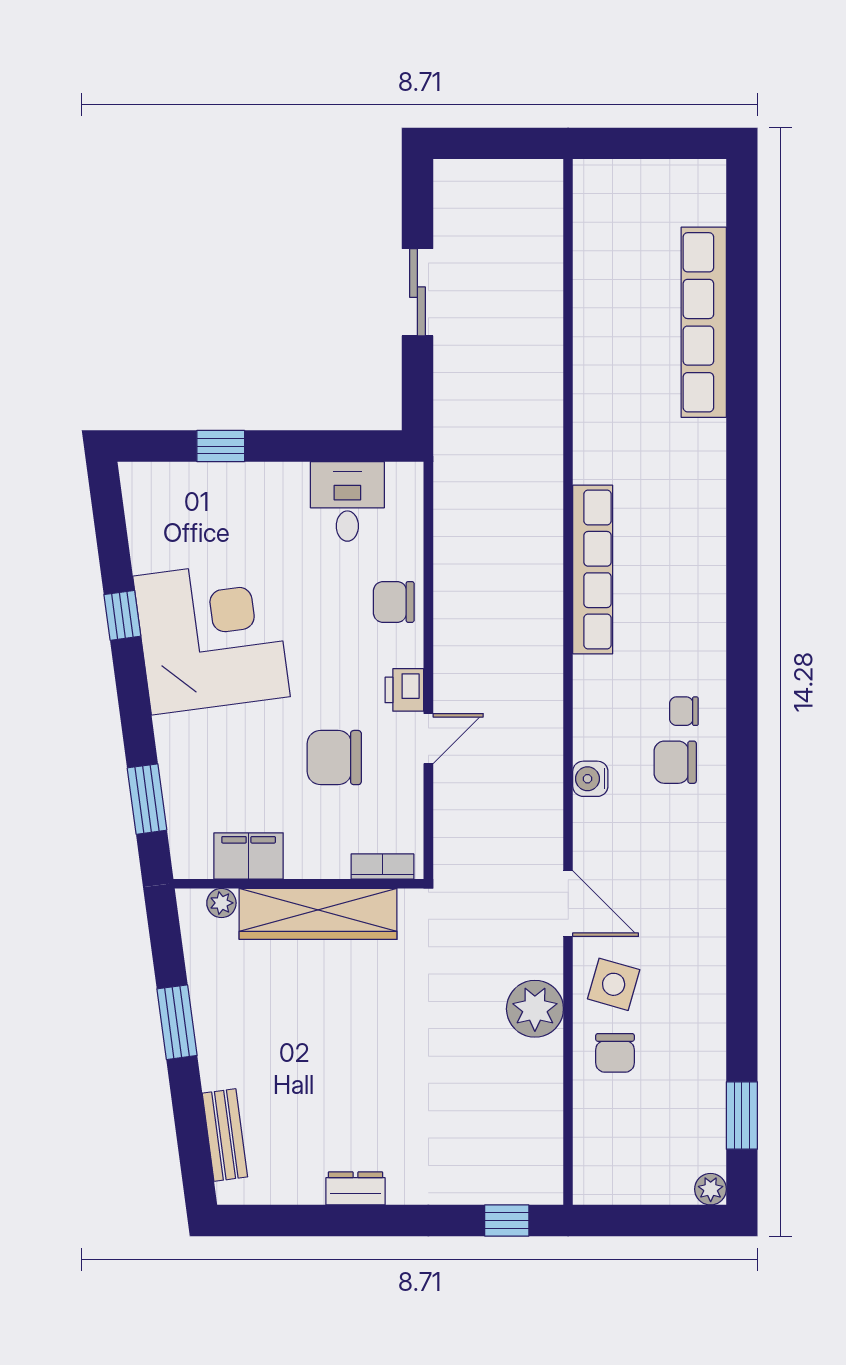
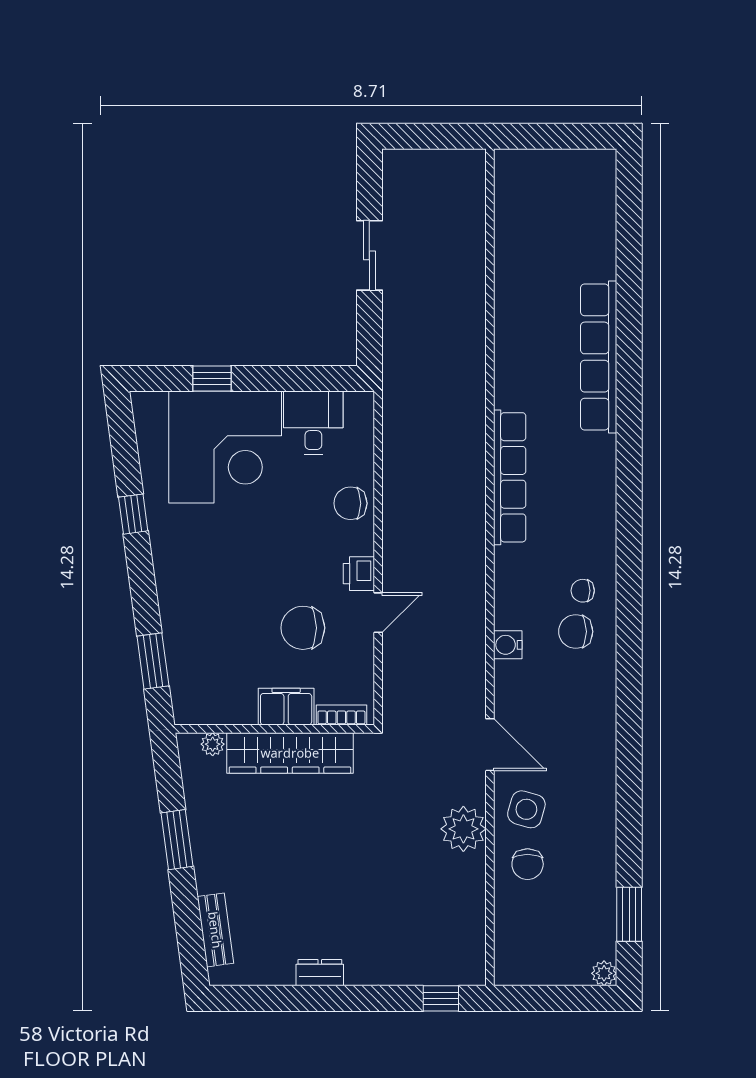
row of seats: (704, 322) -> (599, 357), moved
corner desk: (212, 636) -> (225, 447), moved, turned 98
filing cabinet: (249, 856) -> (286, 707), moved

